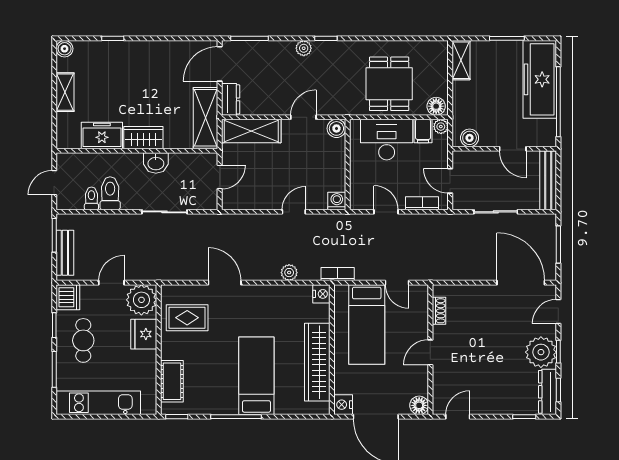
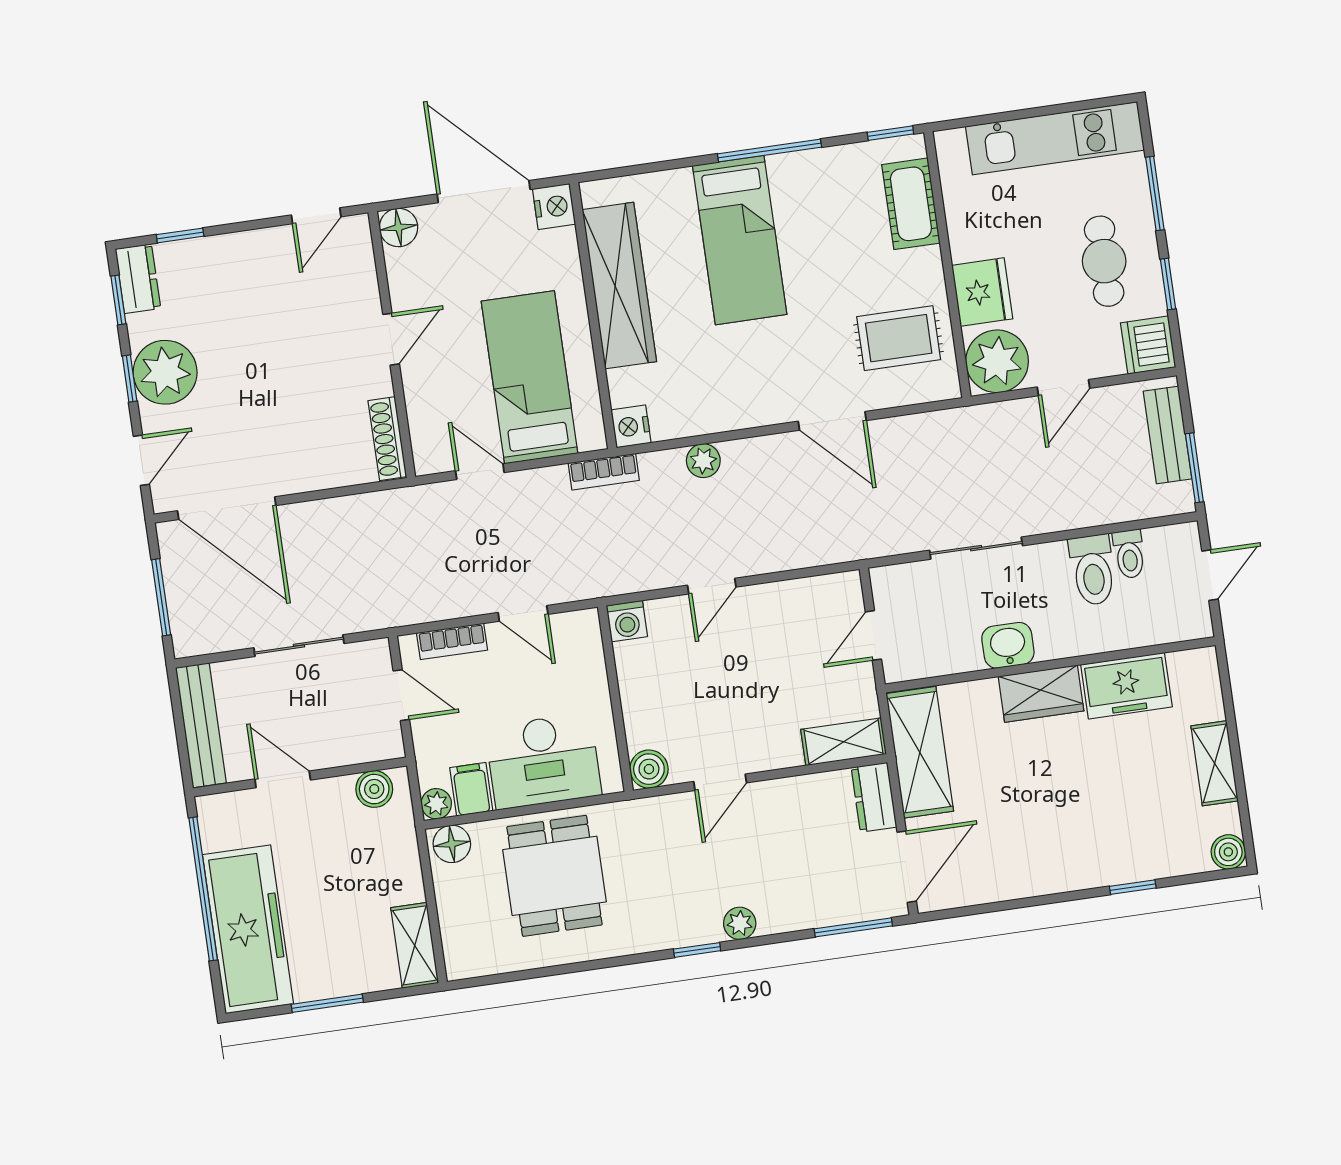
shelving: (251, 131) -> (843, 742), width x0.67, depth x0.75
shoe rack: (439, 311) -> (387, 439), width x1.43
dresser: (548, 392) -> (138, 279), width x0.70

